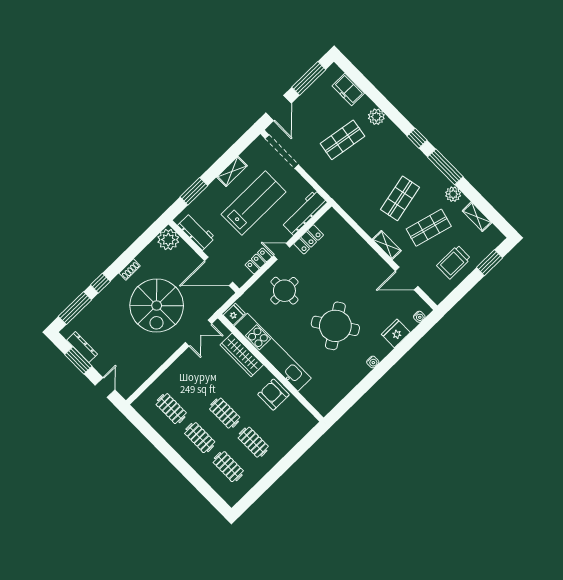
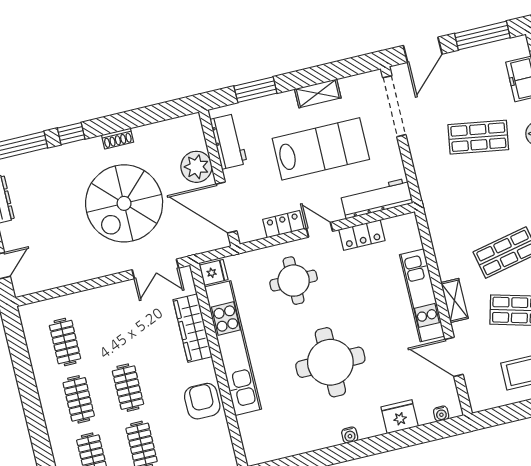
plant: (168, 240) -> (196, 167), moved
kitchen unit: (366, 254) -> (422, 295), added
round table: (335, 326) -> (330, 362), turned 34

